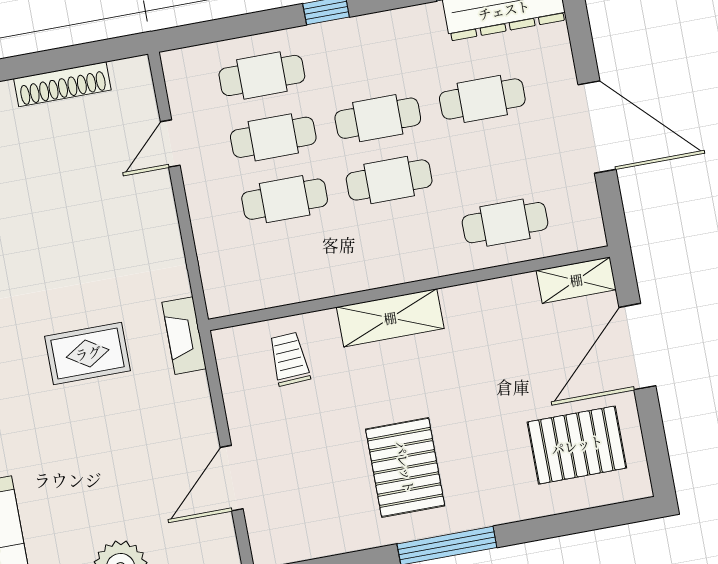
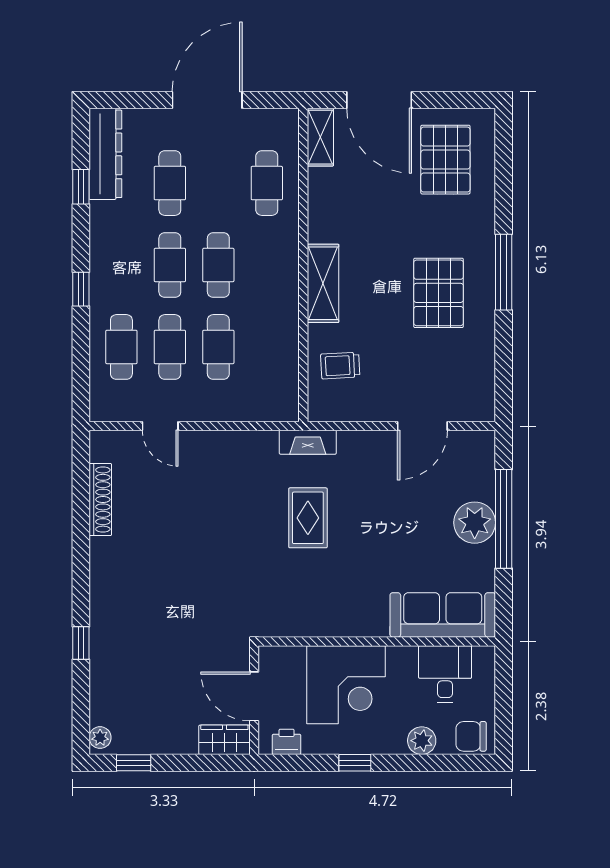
pallet: (405, 467) -> (439, 293), turned 90
door: (232, 478) -> (422, 426), hinge flipped

